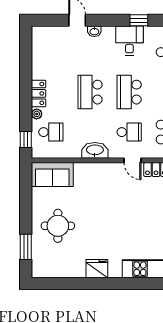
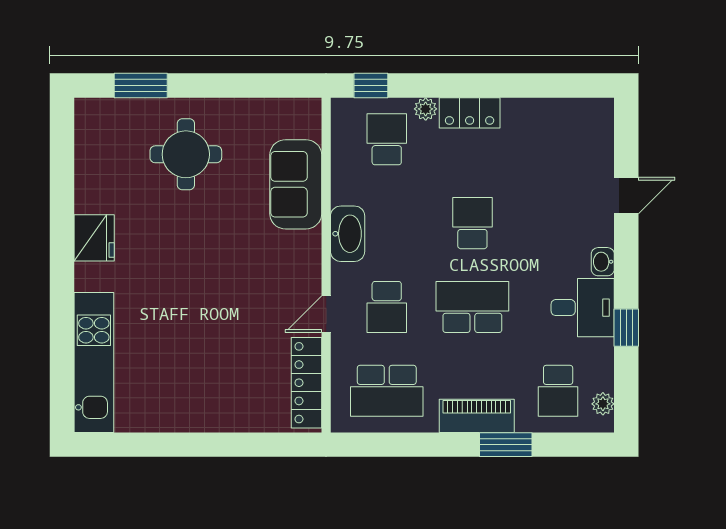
washbasin: (94, 31) -> (603, 262), moved
school desk: (90, 92) -> (472, 223), width x0.54
school desk: (51, 132) -> (387, 139), turned 180
sofa: (52, 175) -> (296, 184), moved

